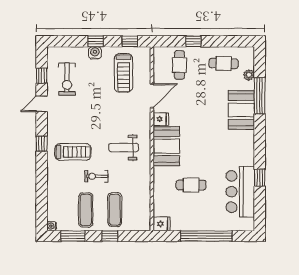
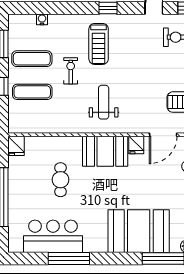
door: (152, 96) -> (163, 135), hinge flipped
booth: (241, 110) -> (139, 231), width x1.36, depth x1.42
window: (260, 178) -> (69, 259), width x2.17
water cooler: (52, 226) -> (42, 19), moved

